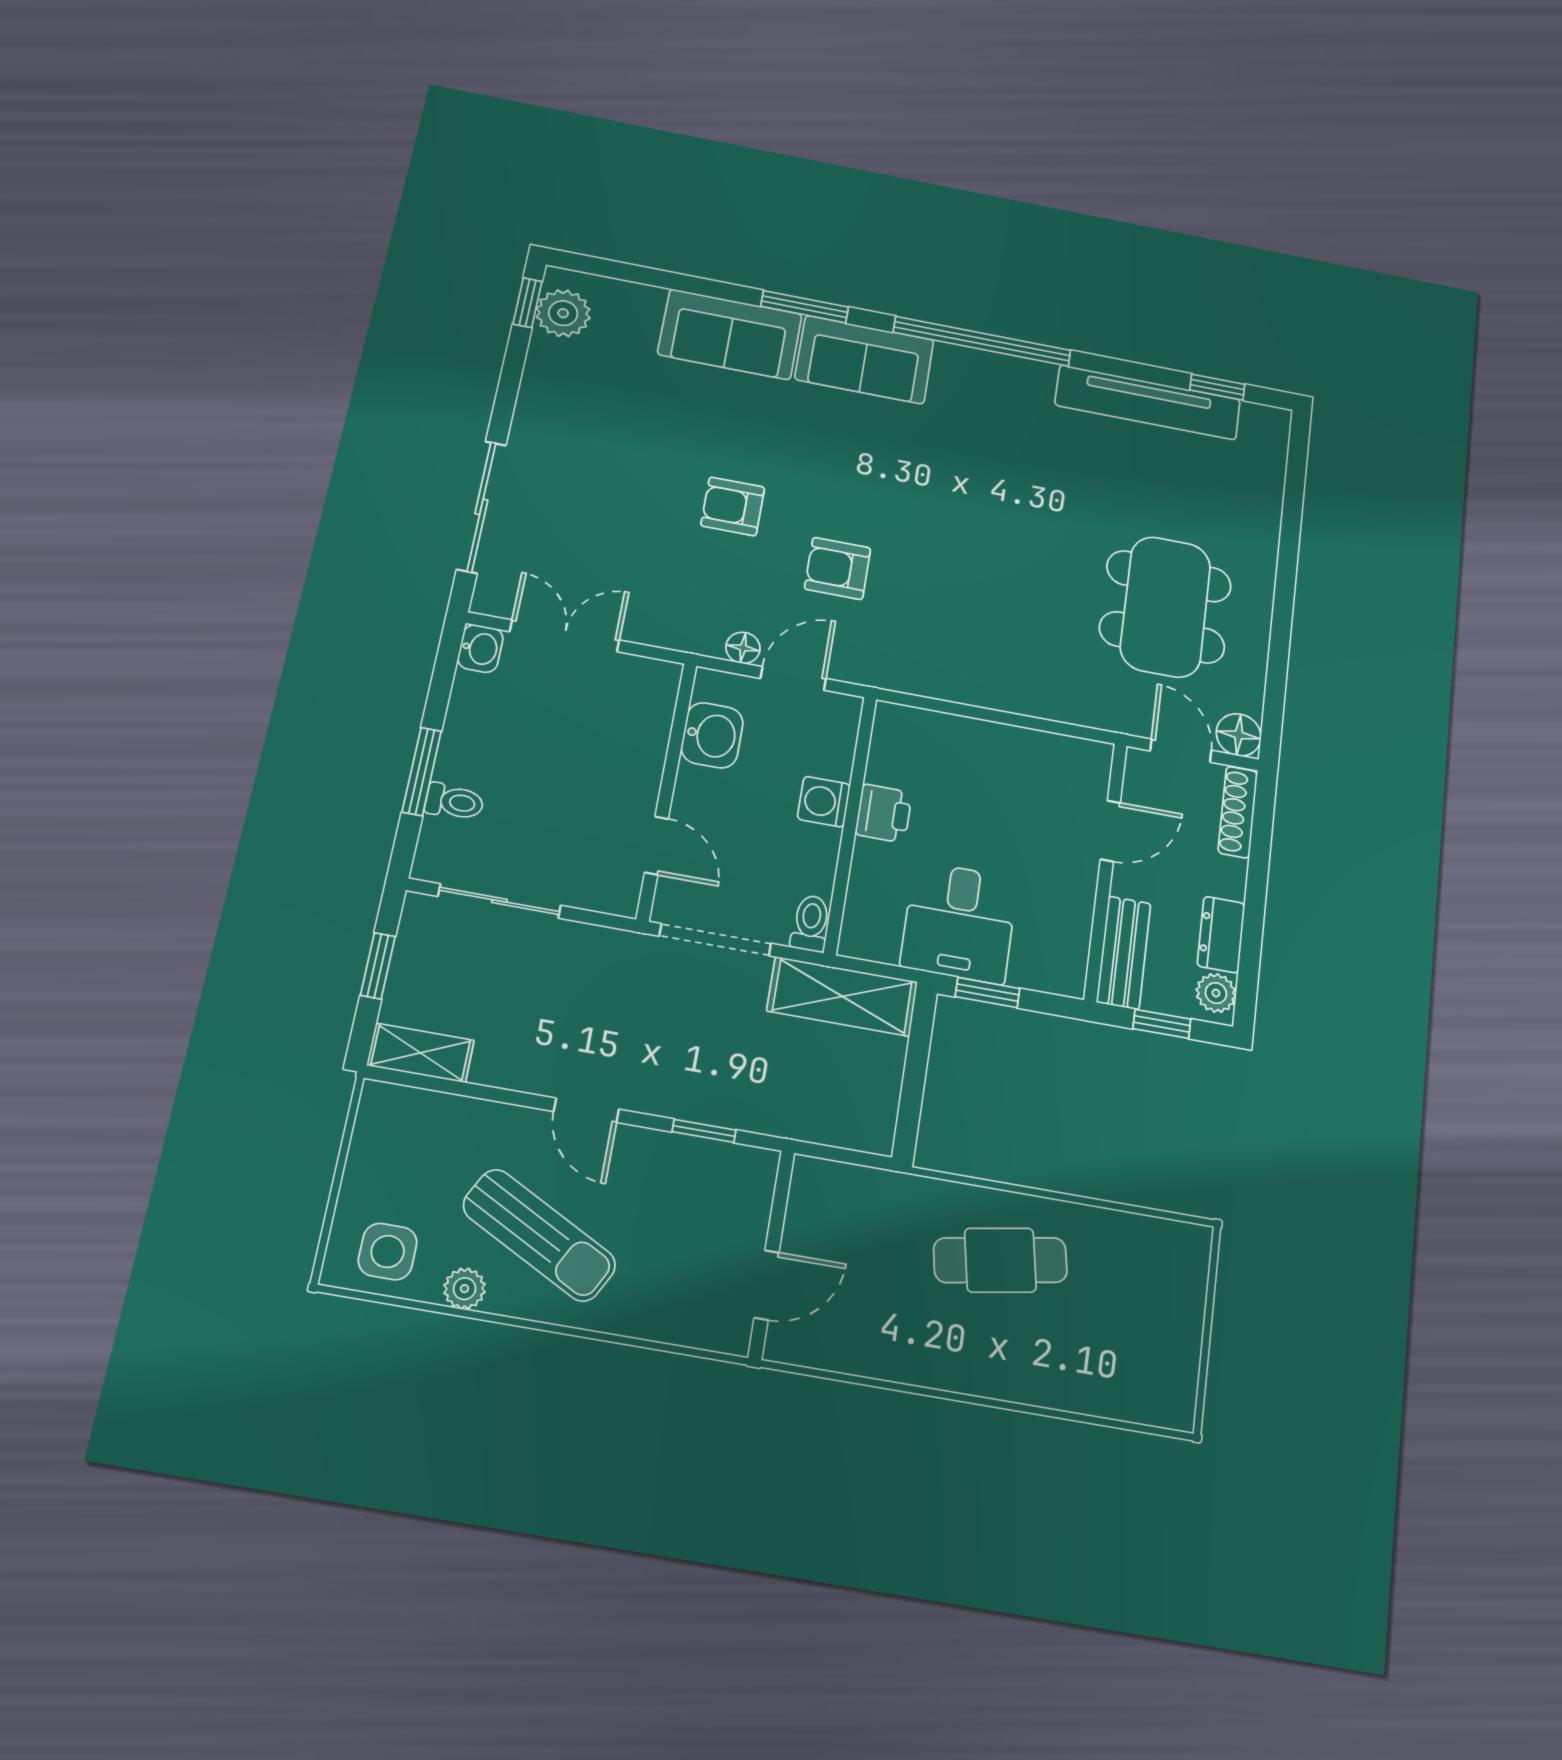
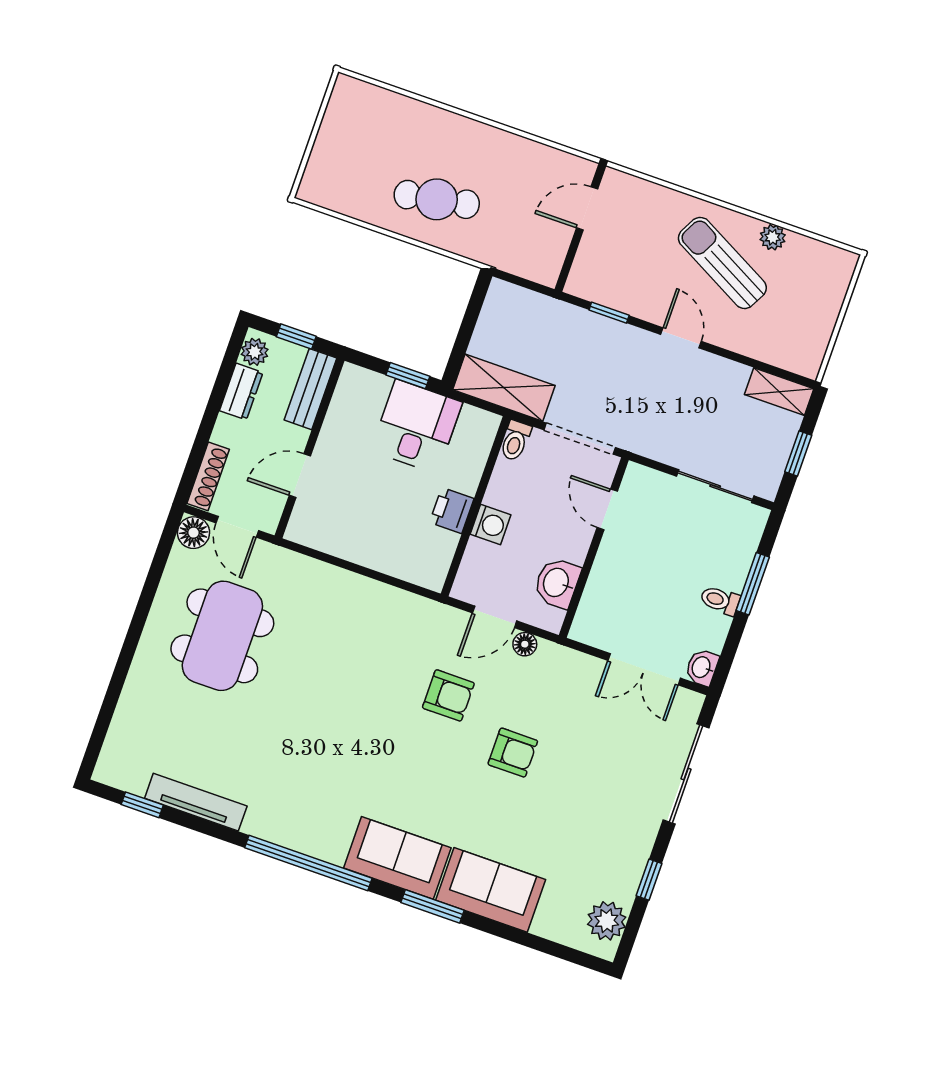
window: (527, 303) -> (649, 880), moved
tv unit: (1148, 402) -> (196, 802), width x0.73, depth x0.78
toilet: (454, 802) -> (720, 600), moved
side table: (388, 1252) -> (816, 268), removed

